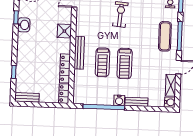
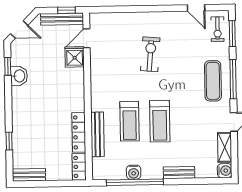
shower: (64, 31) -> (75, 58), moved
bench: (79, 53) -> (97, 134), moved
water cooler: (119, 100) -> (134, 172), moved

